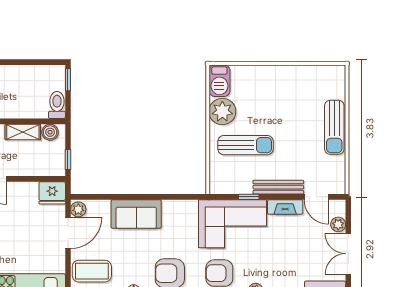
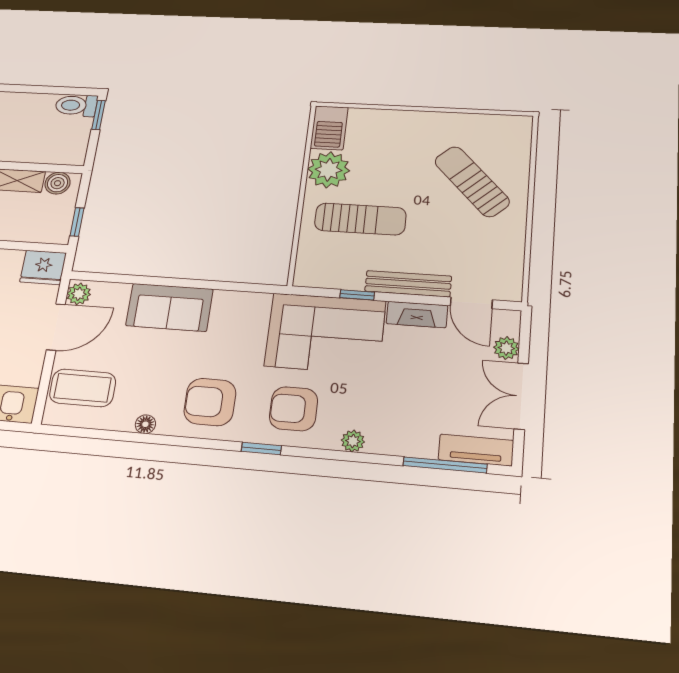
toilet: (57, 105) -> (76, 105), moved, turned -90
sun lounger: (334, 127) -> (472, 182), moved, turned 137

